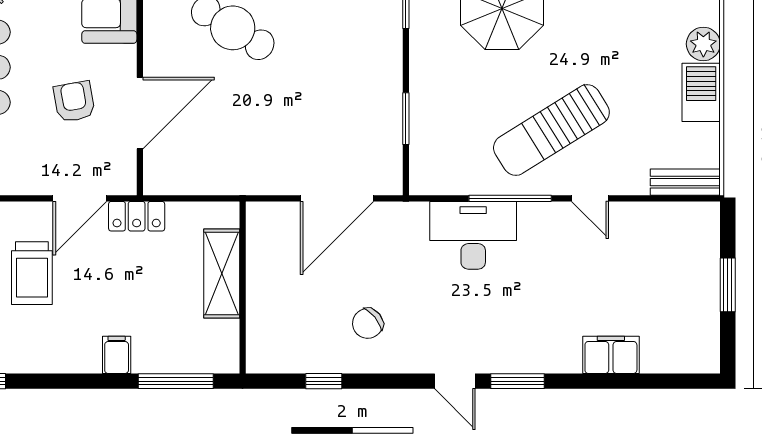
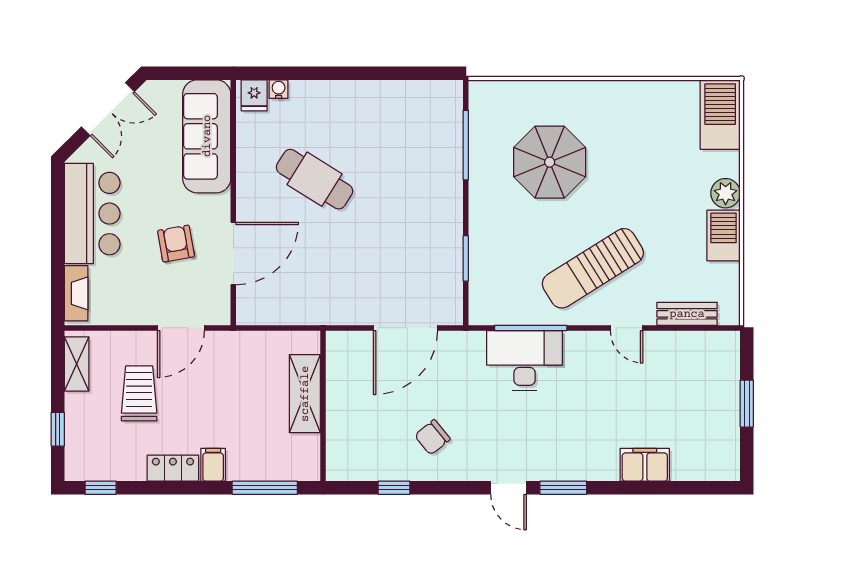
bench: (685, 182) -> (687, 314), moved
window: (510, 198) -> (531, 328), moved
locker: (137, 216) -> (173, 468), moved, turned 180
trolley: (32, 273) -> (139, 393), turned 180

